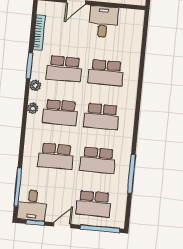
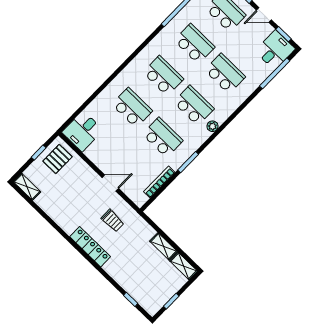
desk: (103, 22) -> (83, 131), moved
plant: (35, 85) -> (196, 143), removed

